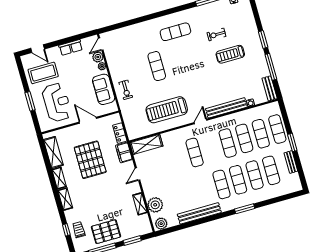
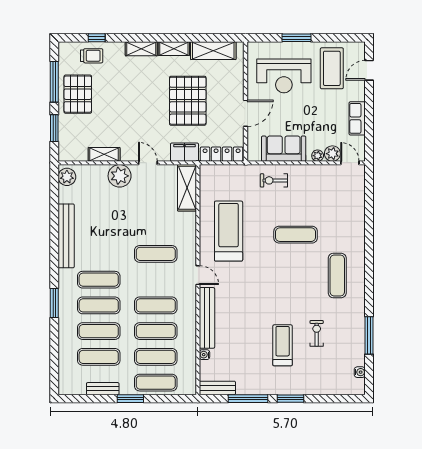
locker: (120, 133) -> (222, 154), width x1.53
pallet: (90, 160) -> (188, 101), turned 90
plant: (155, 205) -> (120, 176), moved

